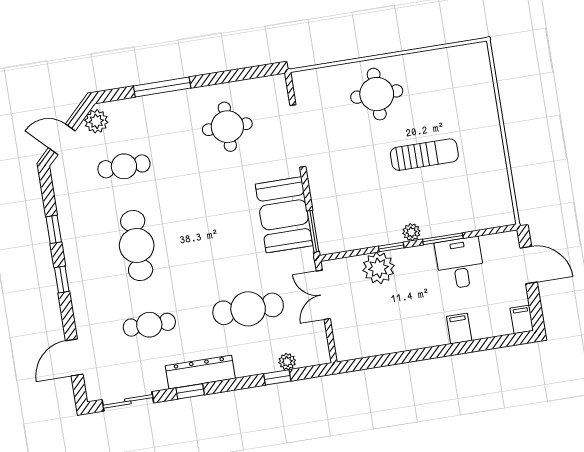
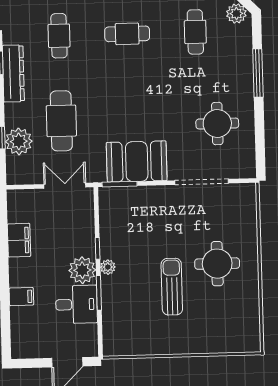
round table: (377, 94) -> (217, 264), moved
sun lounger: (424, 155) -> (172, 287), turned 180
cafe table: (137, 246) -> (127, 34), width x0.73, depth x0.74
plant: (378, 268) -> (82, 270), moved
filing cabinet: (522, 319) -> (19, 240), moved, width x2.00
plant: (287, 362) -> (19, 141), width x1.88, depth x1.88

